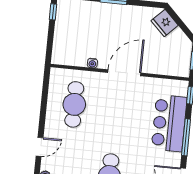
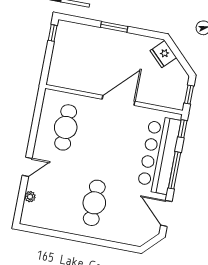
water cooler: (92, 63) -> (87, 88), removed
bar counter: (169, 123) -> (159, 155), width x1.36

